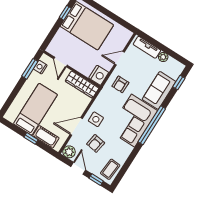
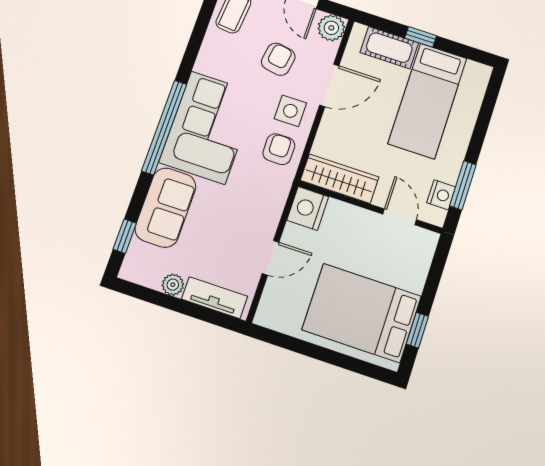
armchair: (120, 84) -> (279, 149), moved

